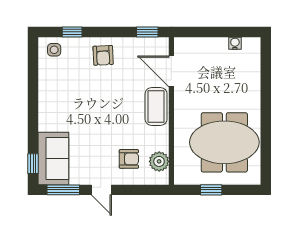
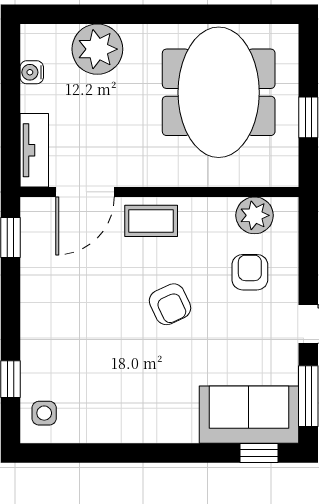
tv unit: (194, 44) -> (34, 150), added
armchair: (103, 55) -> (170, 304), moved, turned 68
plant: (247, 78) -> (97, 49), added
coffee table: (156, 107) -> (151, 221), width x0.73, depth x0.77

